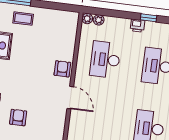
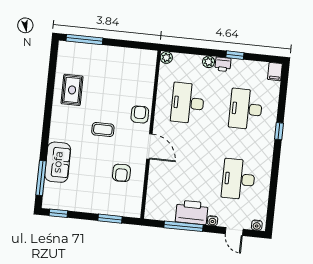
coffee table: (23, 19) -> (103, 130), moved
plant: (99, 20) -> (209, 62), moved
armchair: (18, 118) -> (121, 173), moved, turned 180

